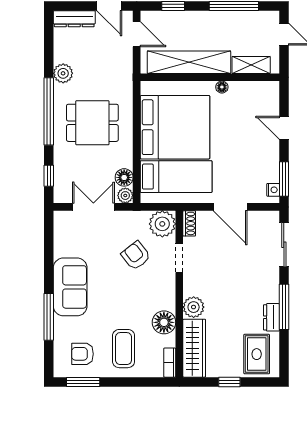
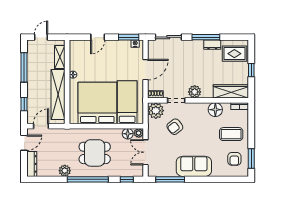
dining table: (92, 123) -> (95, 153), turned 90
plant: (194, 307) -> (195, 92), moved
window: (49, 317) -> (170, 179), moved

